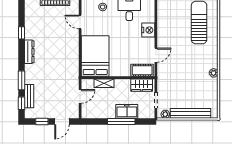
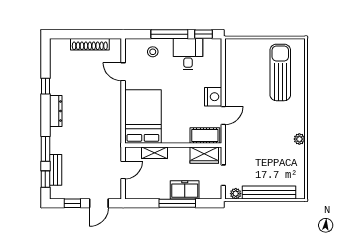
nightstand: (148, 30) -> (213, 97), moved

